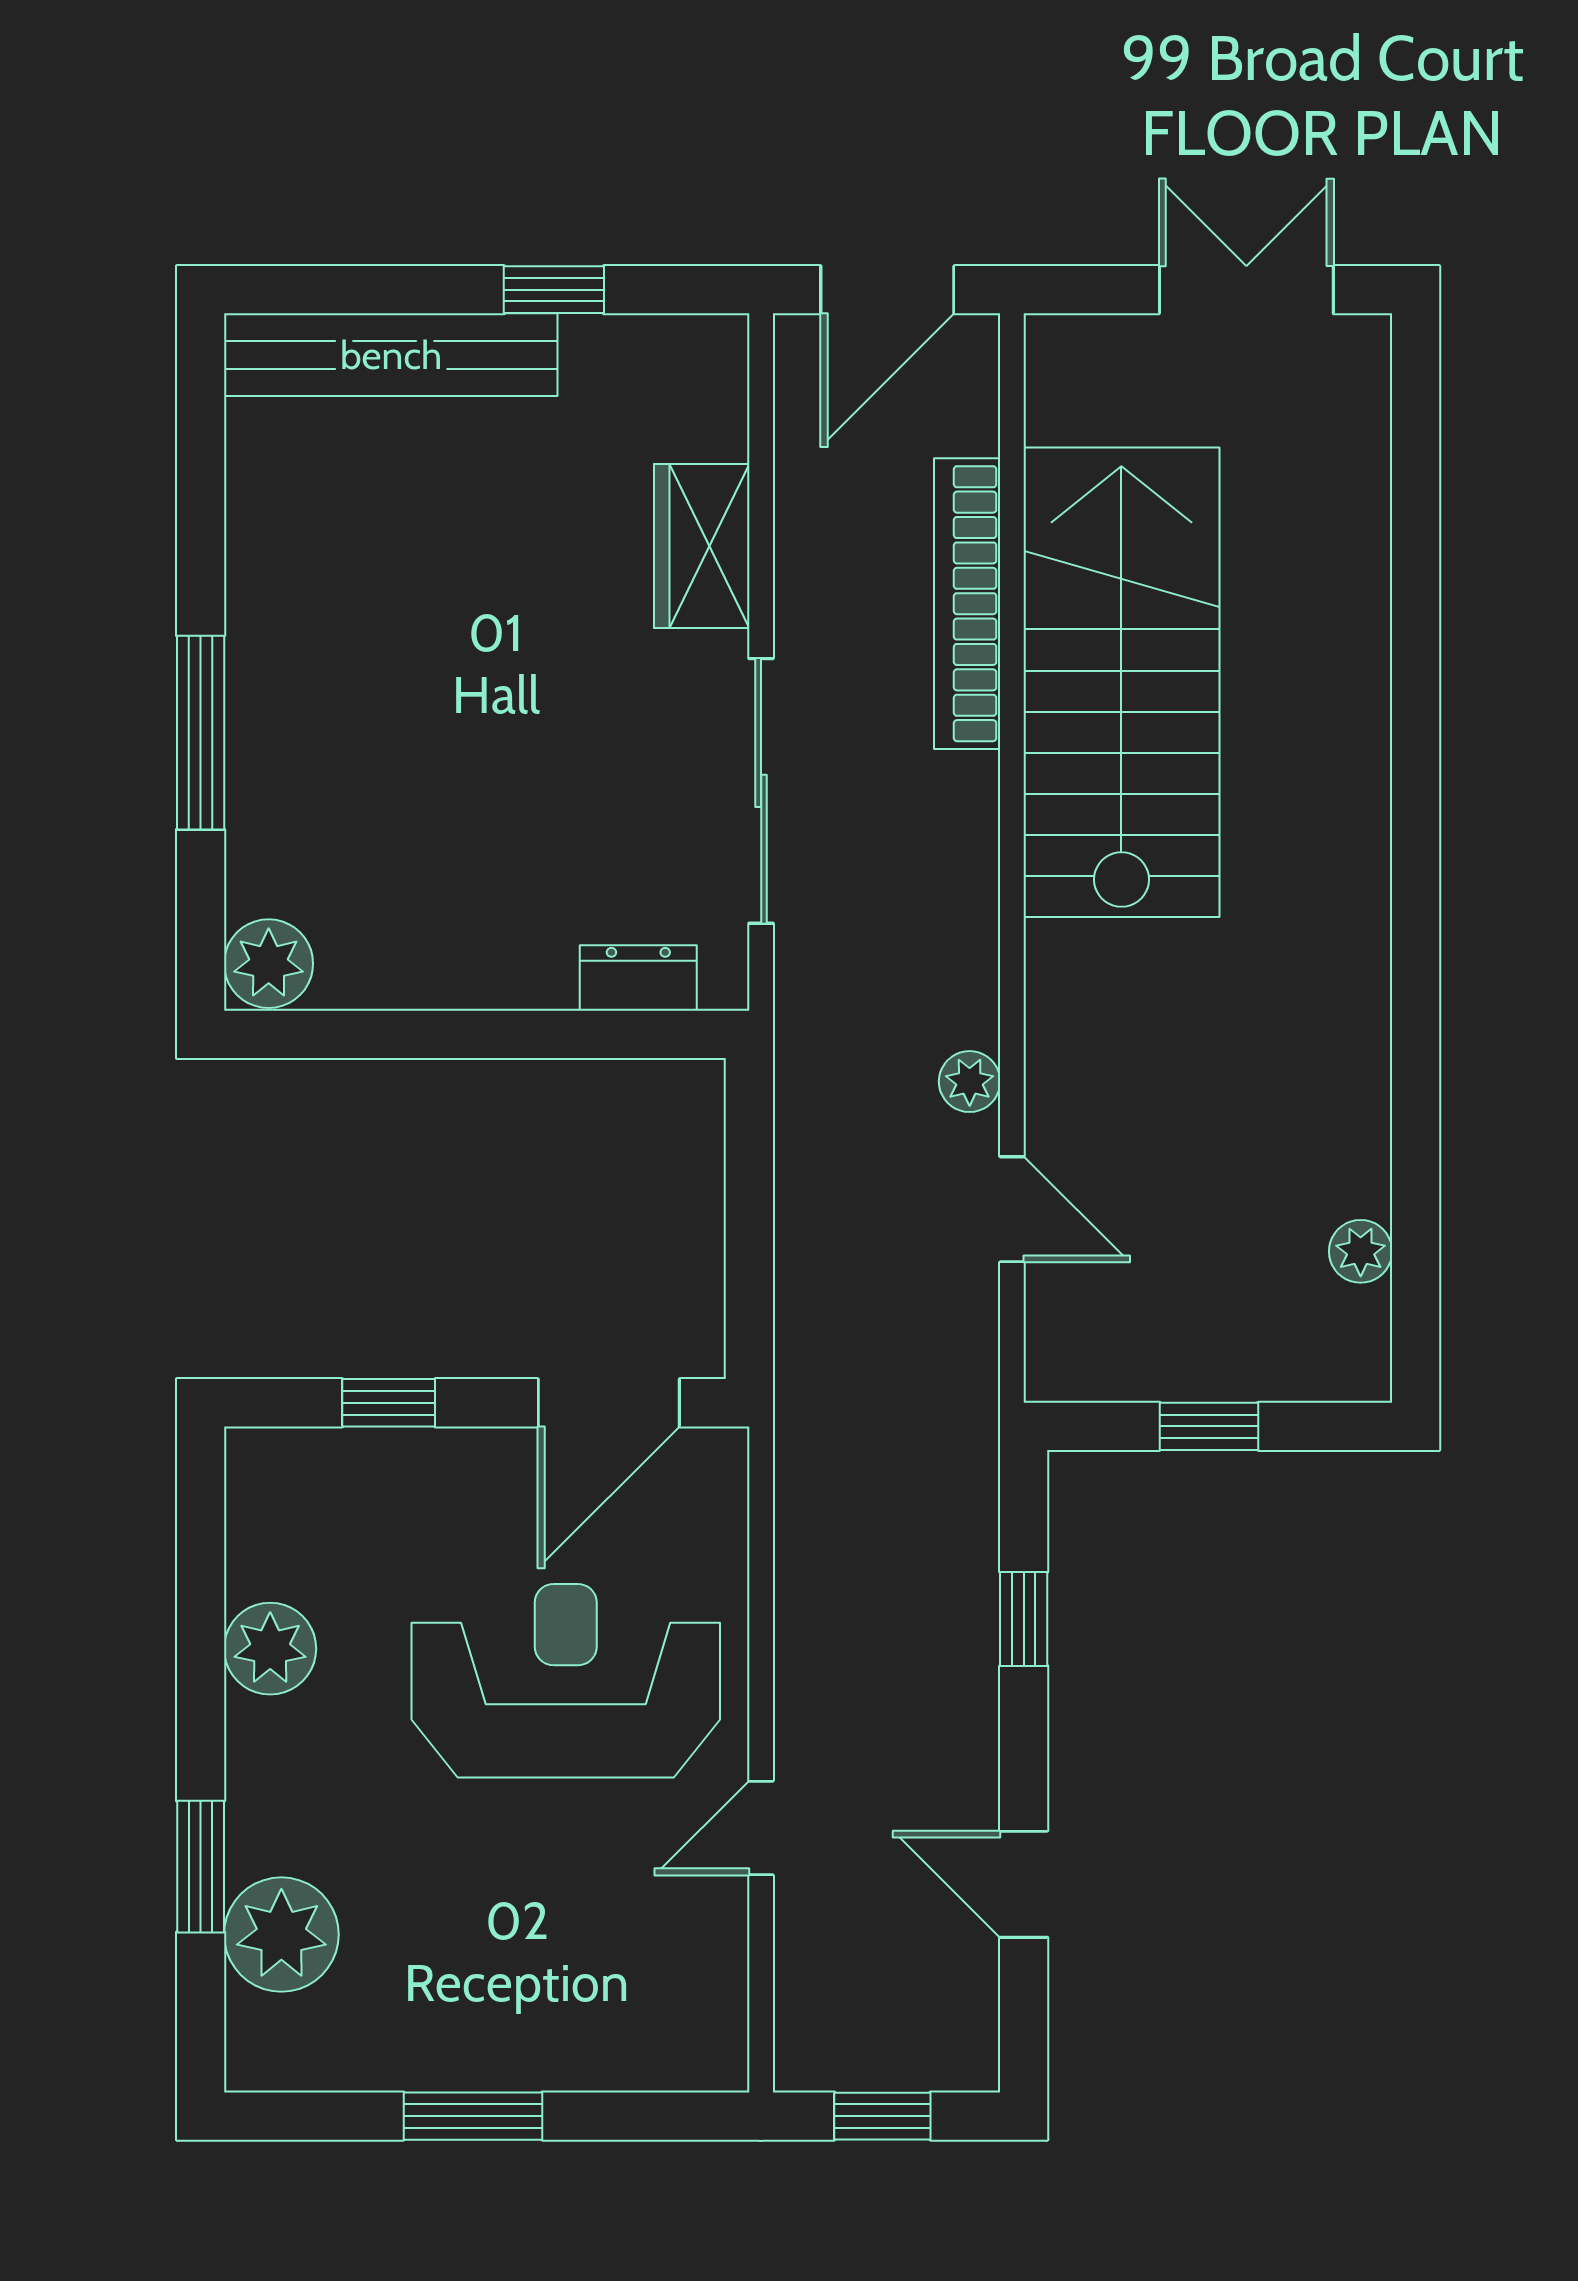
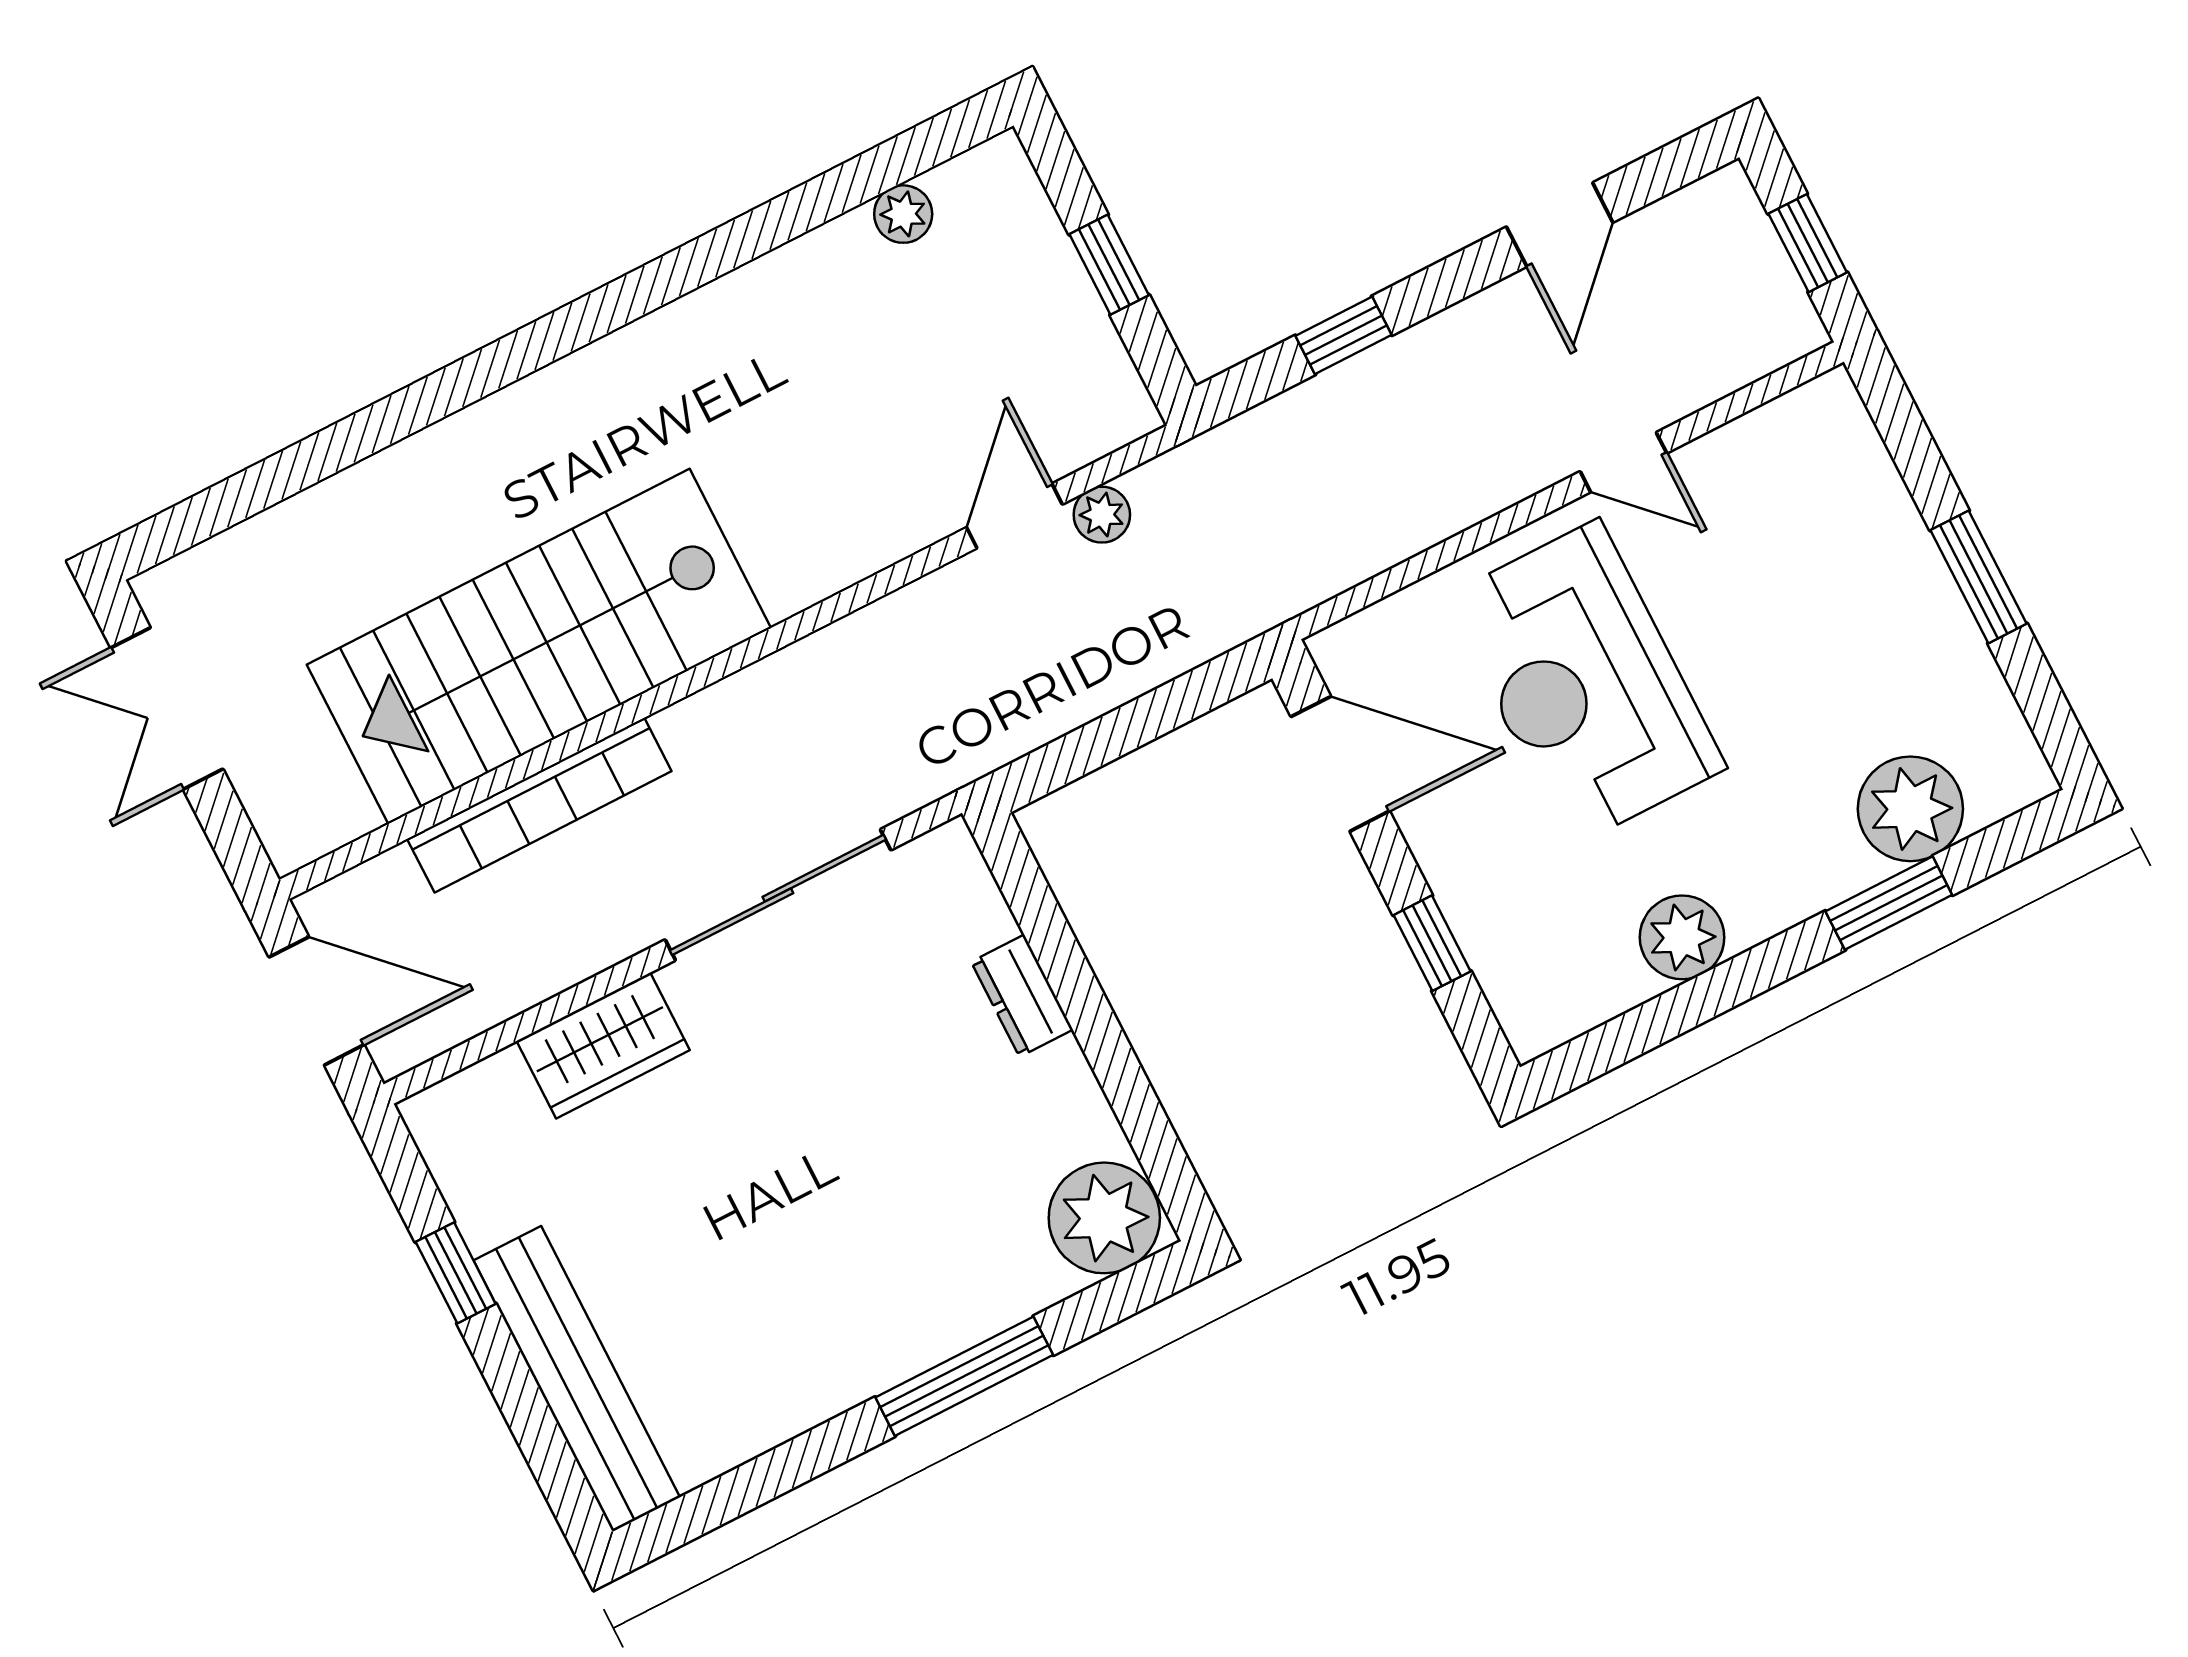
plant: (269, 964) -> (1104, 1218), width x1.36, depth x1.36
dresser: (638, 978) -> (1022, 996), moved
plant: (970, 1082) -> (1102, 515), moved

